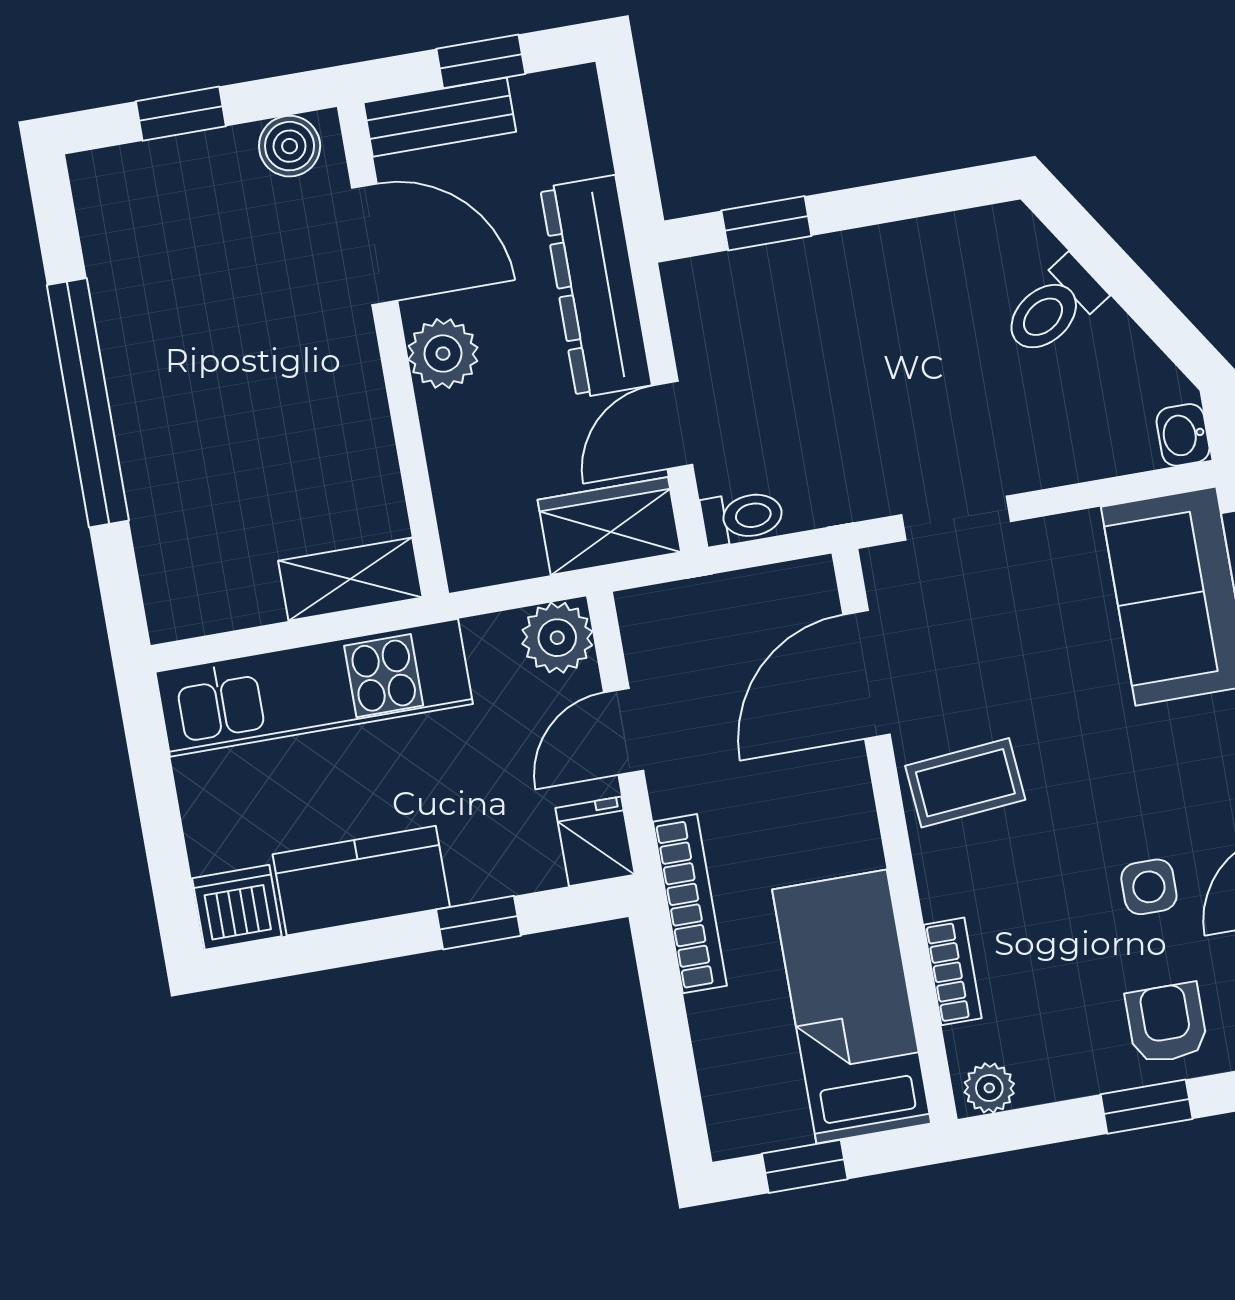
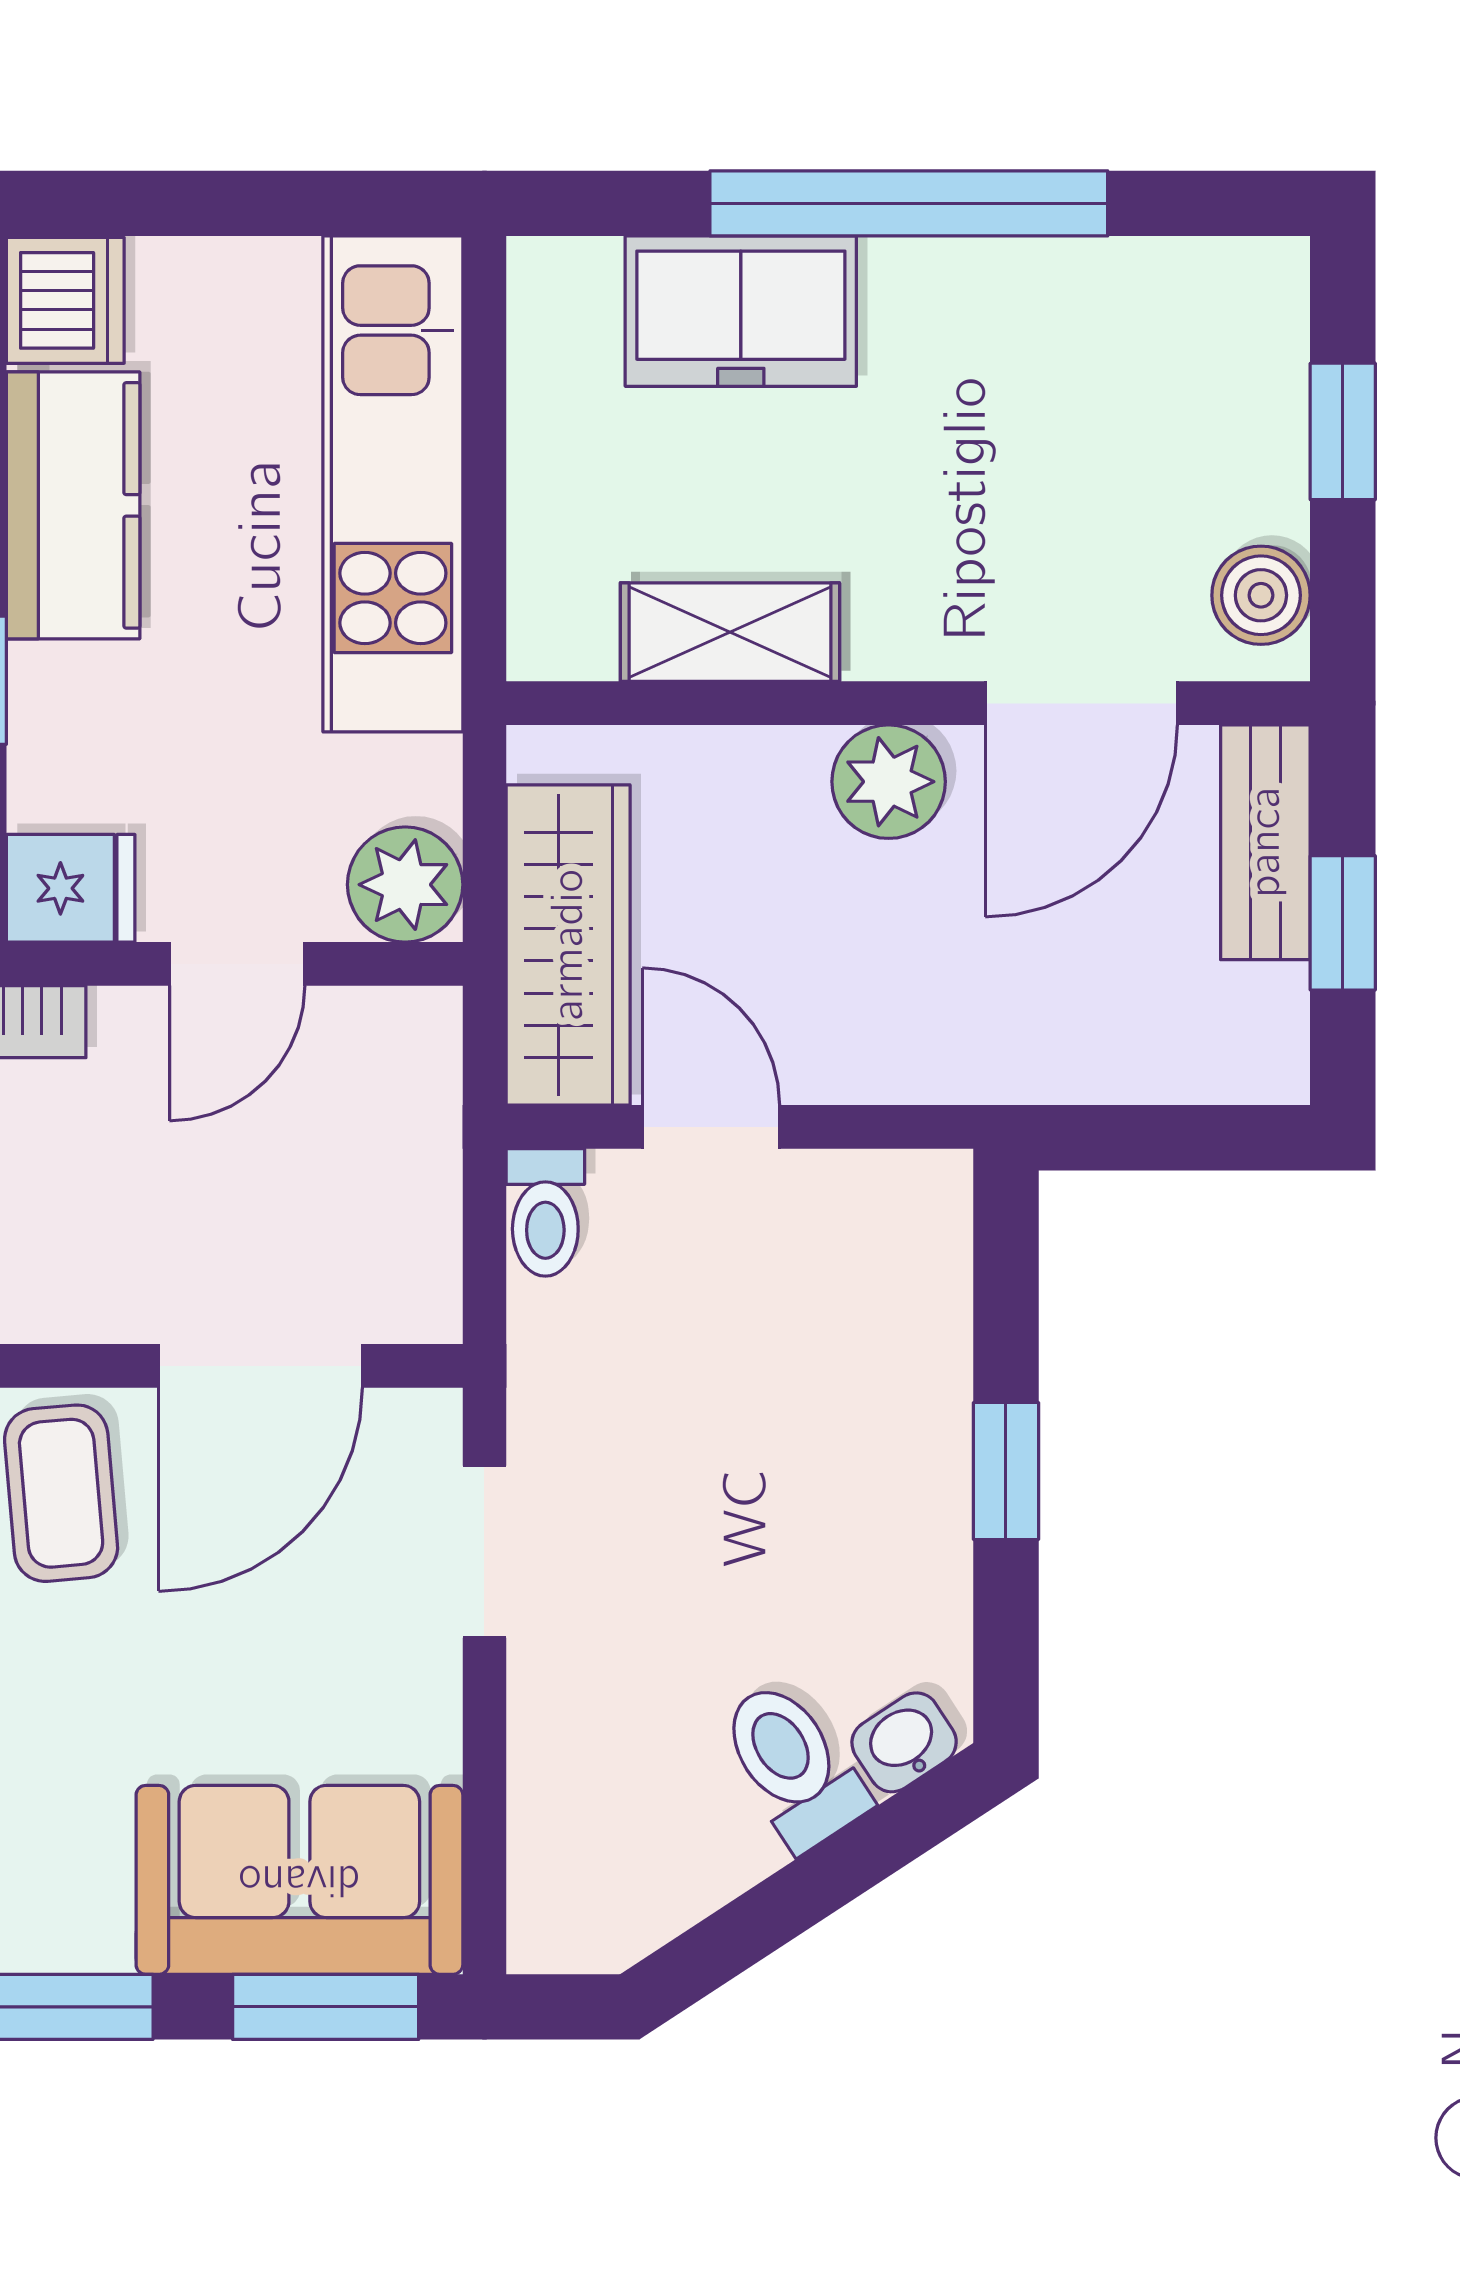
window: (766, 223) -> (1006, 1471), moved
dresser: (596, 287) -> (953, 1044), removed
washbasin: (1183, 435) -> (904, 1742), moved, turned -33
freezer: (172, 494) -> (741, 311), added
wardrobe: (609, 526) -> (568, 945), width x1.50
shelving: (350, 579) -> (730, 632), moved, turned 90
door: (866, 675) -> (260, 1366), swing flipped
door: (624, 732) -> (237, 964), swing flipped

